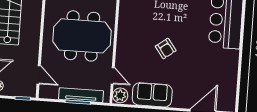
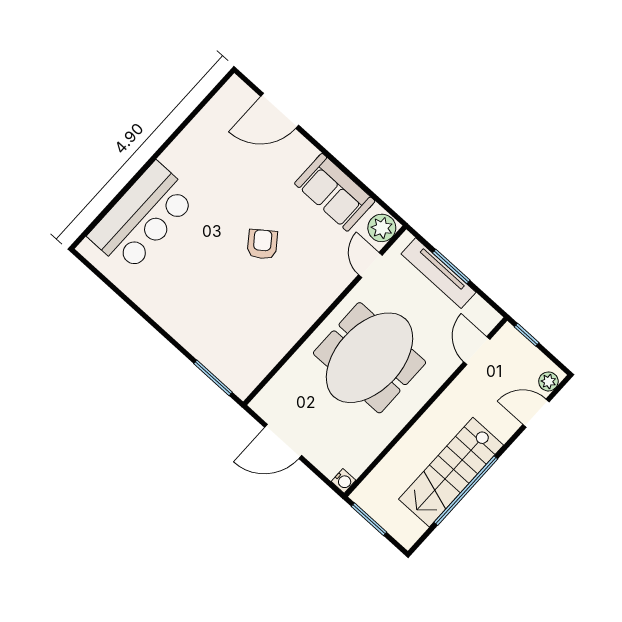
meeting table: (82, 36) -> (370, 358), turned 90

